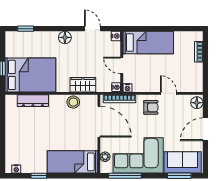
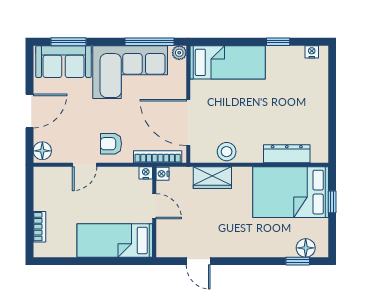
nightstand: (116, 36) -> (163, 250), removed
floor lamp: (65, 37) -> (306, 248), moved
door: (168, 93) -> (85, 165), hinge flipped
plant: (105, 157) -> (179, 53), moved

